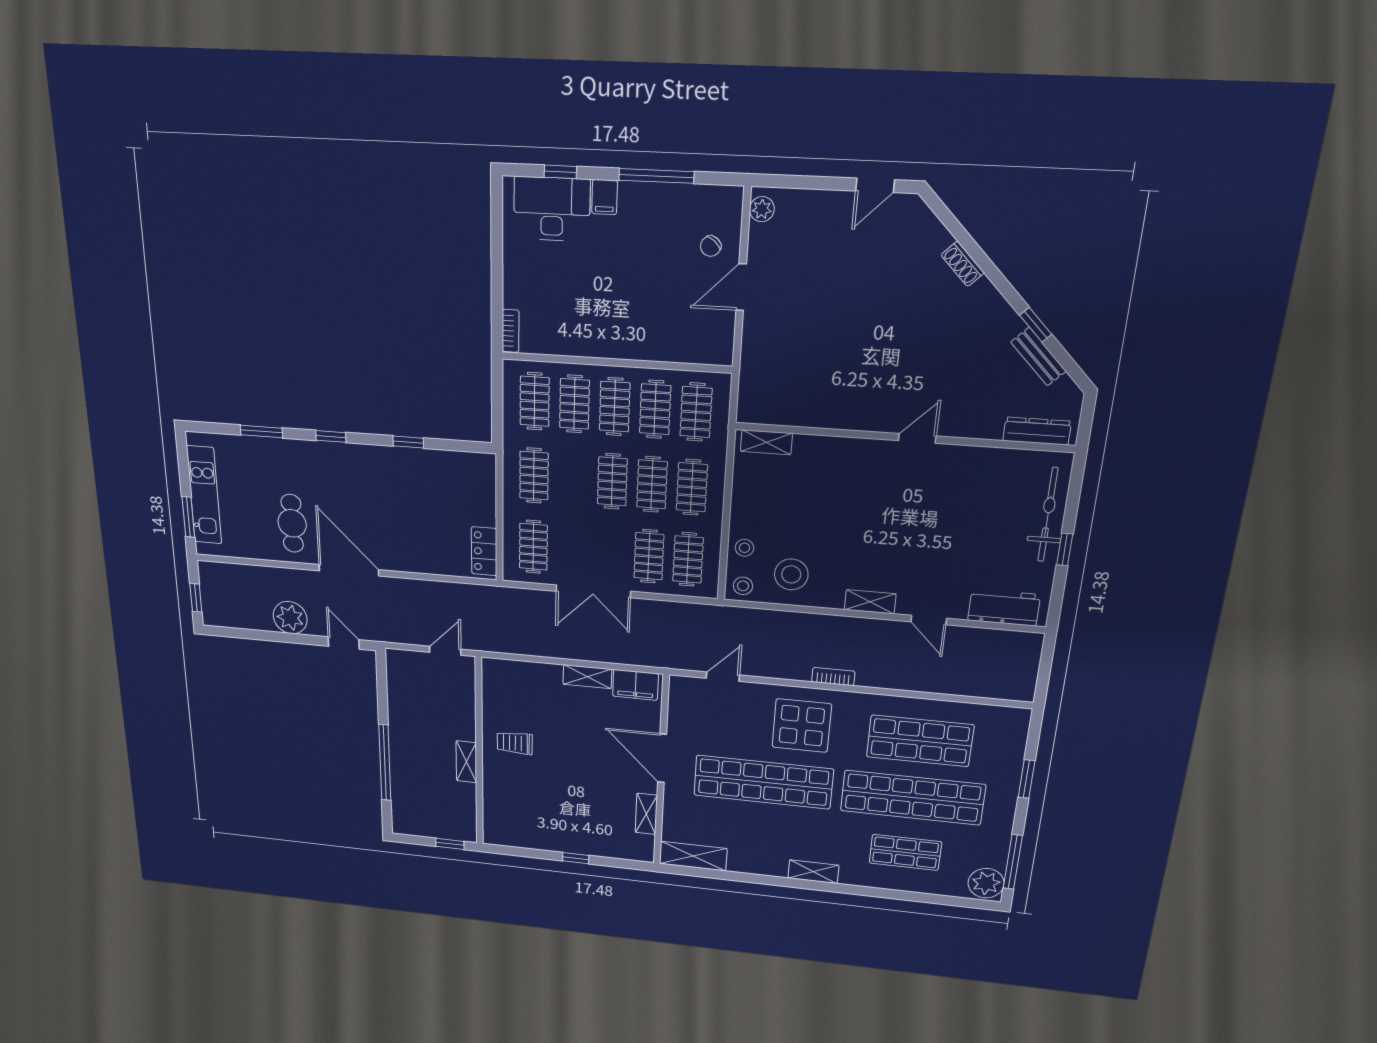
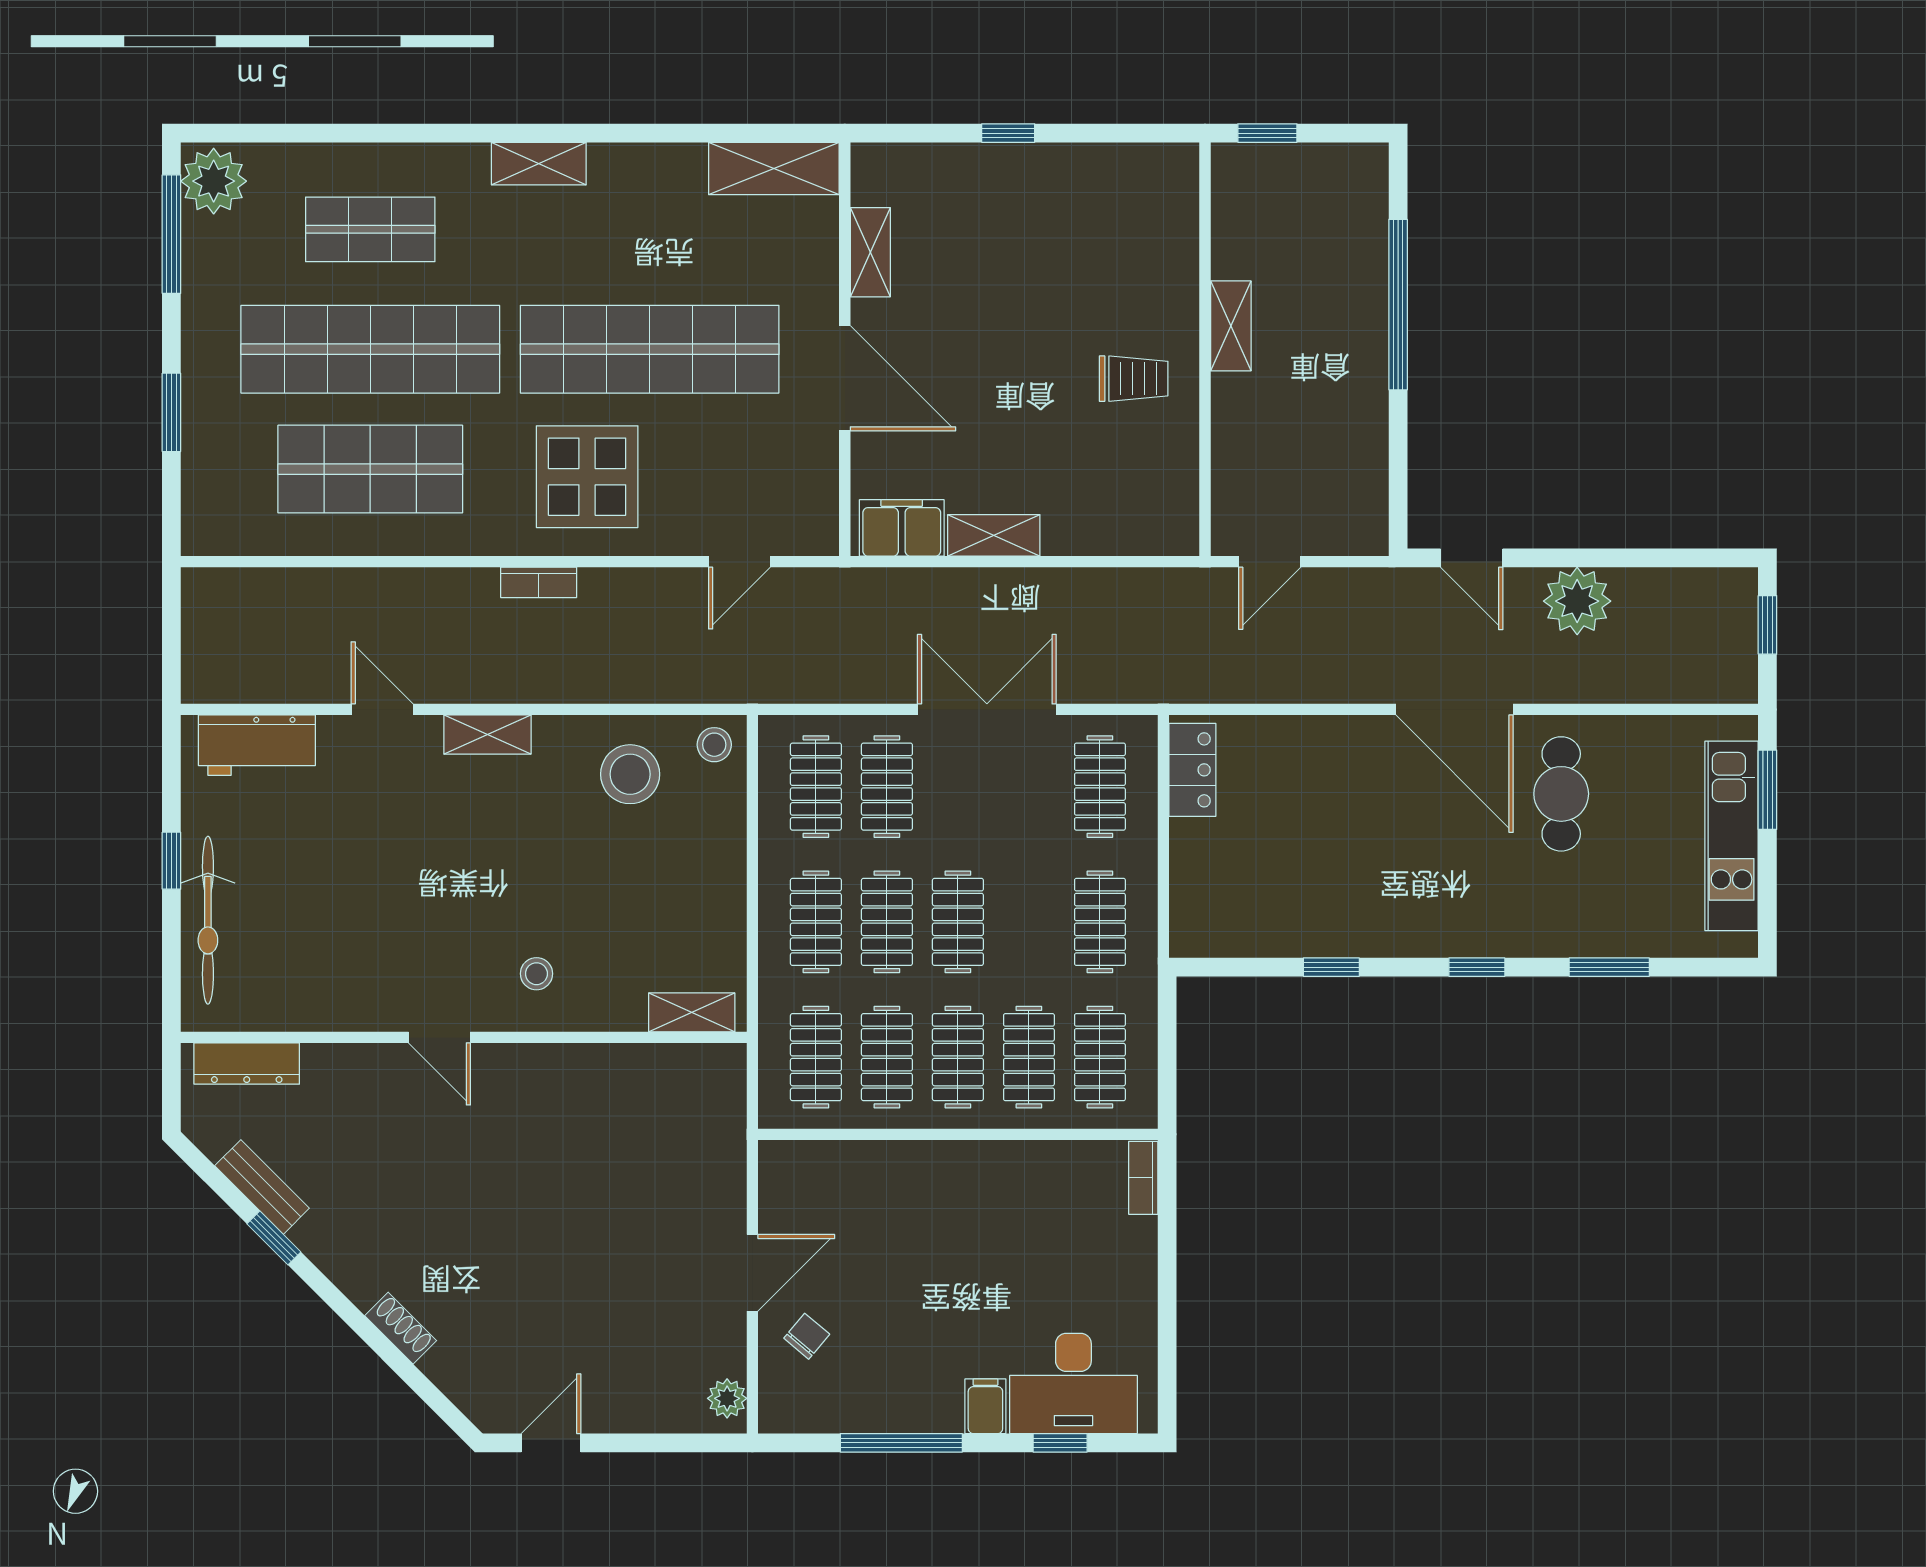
door: (917, 438) -> (439, 1037), hinge flipped
stool: (745, 548) -> (536, 974), moved

